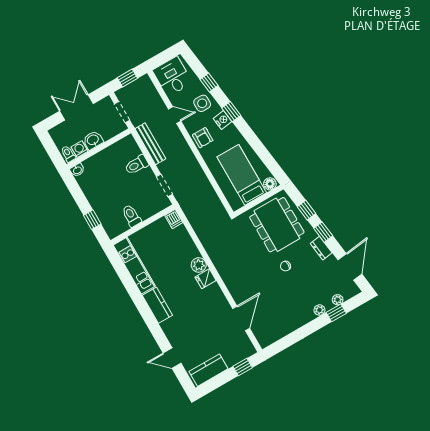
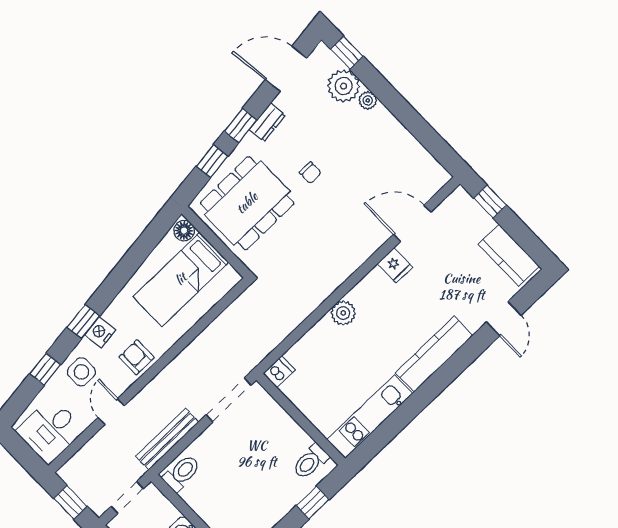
armchair: (203, 138) -> (137, 357), turned -90
toilet: (137, 165) -> (182, 473), moved, turned -90
doorway: (164, 185) -> (229, 400), width x1.38
toilet: (131, 216) -> (310, 461), moved
fridge: (206, 279) -> (395, 265), moved
plant: (338, 300) -> (344, 86), width x1.87, depth x1.87
kitchen counter: (157, 305) -> (434, 354), width x1.50
window: (336, 313) -> (347, 53), moved

